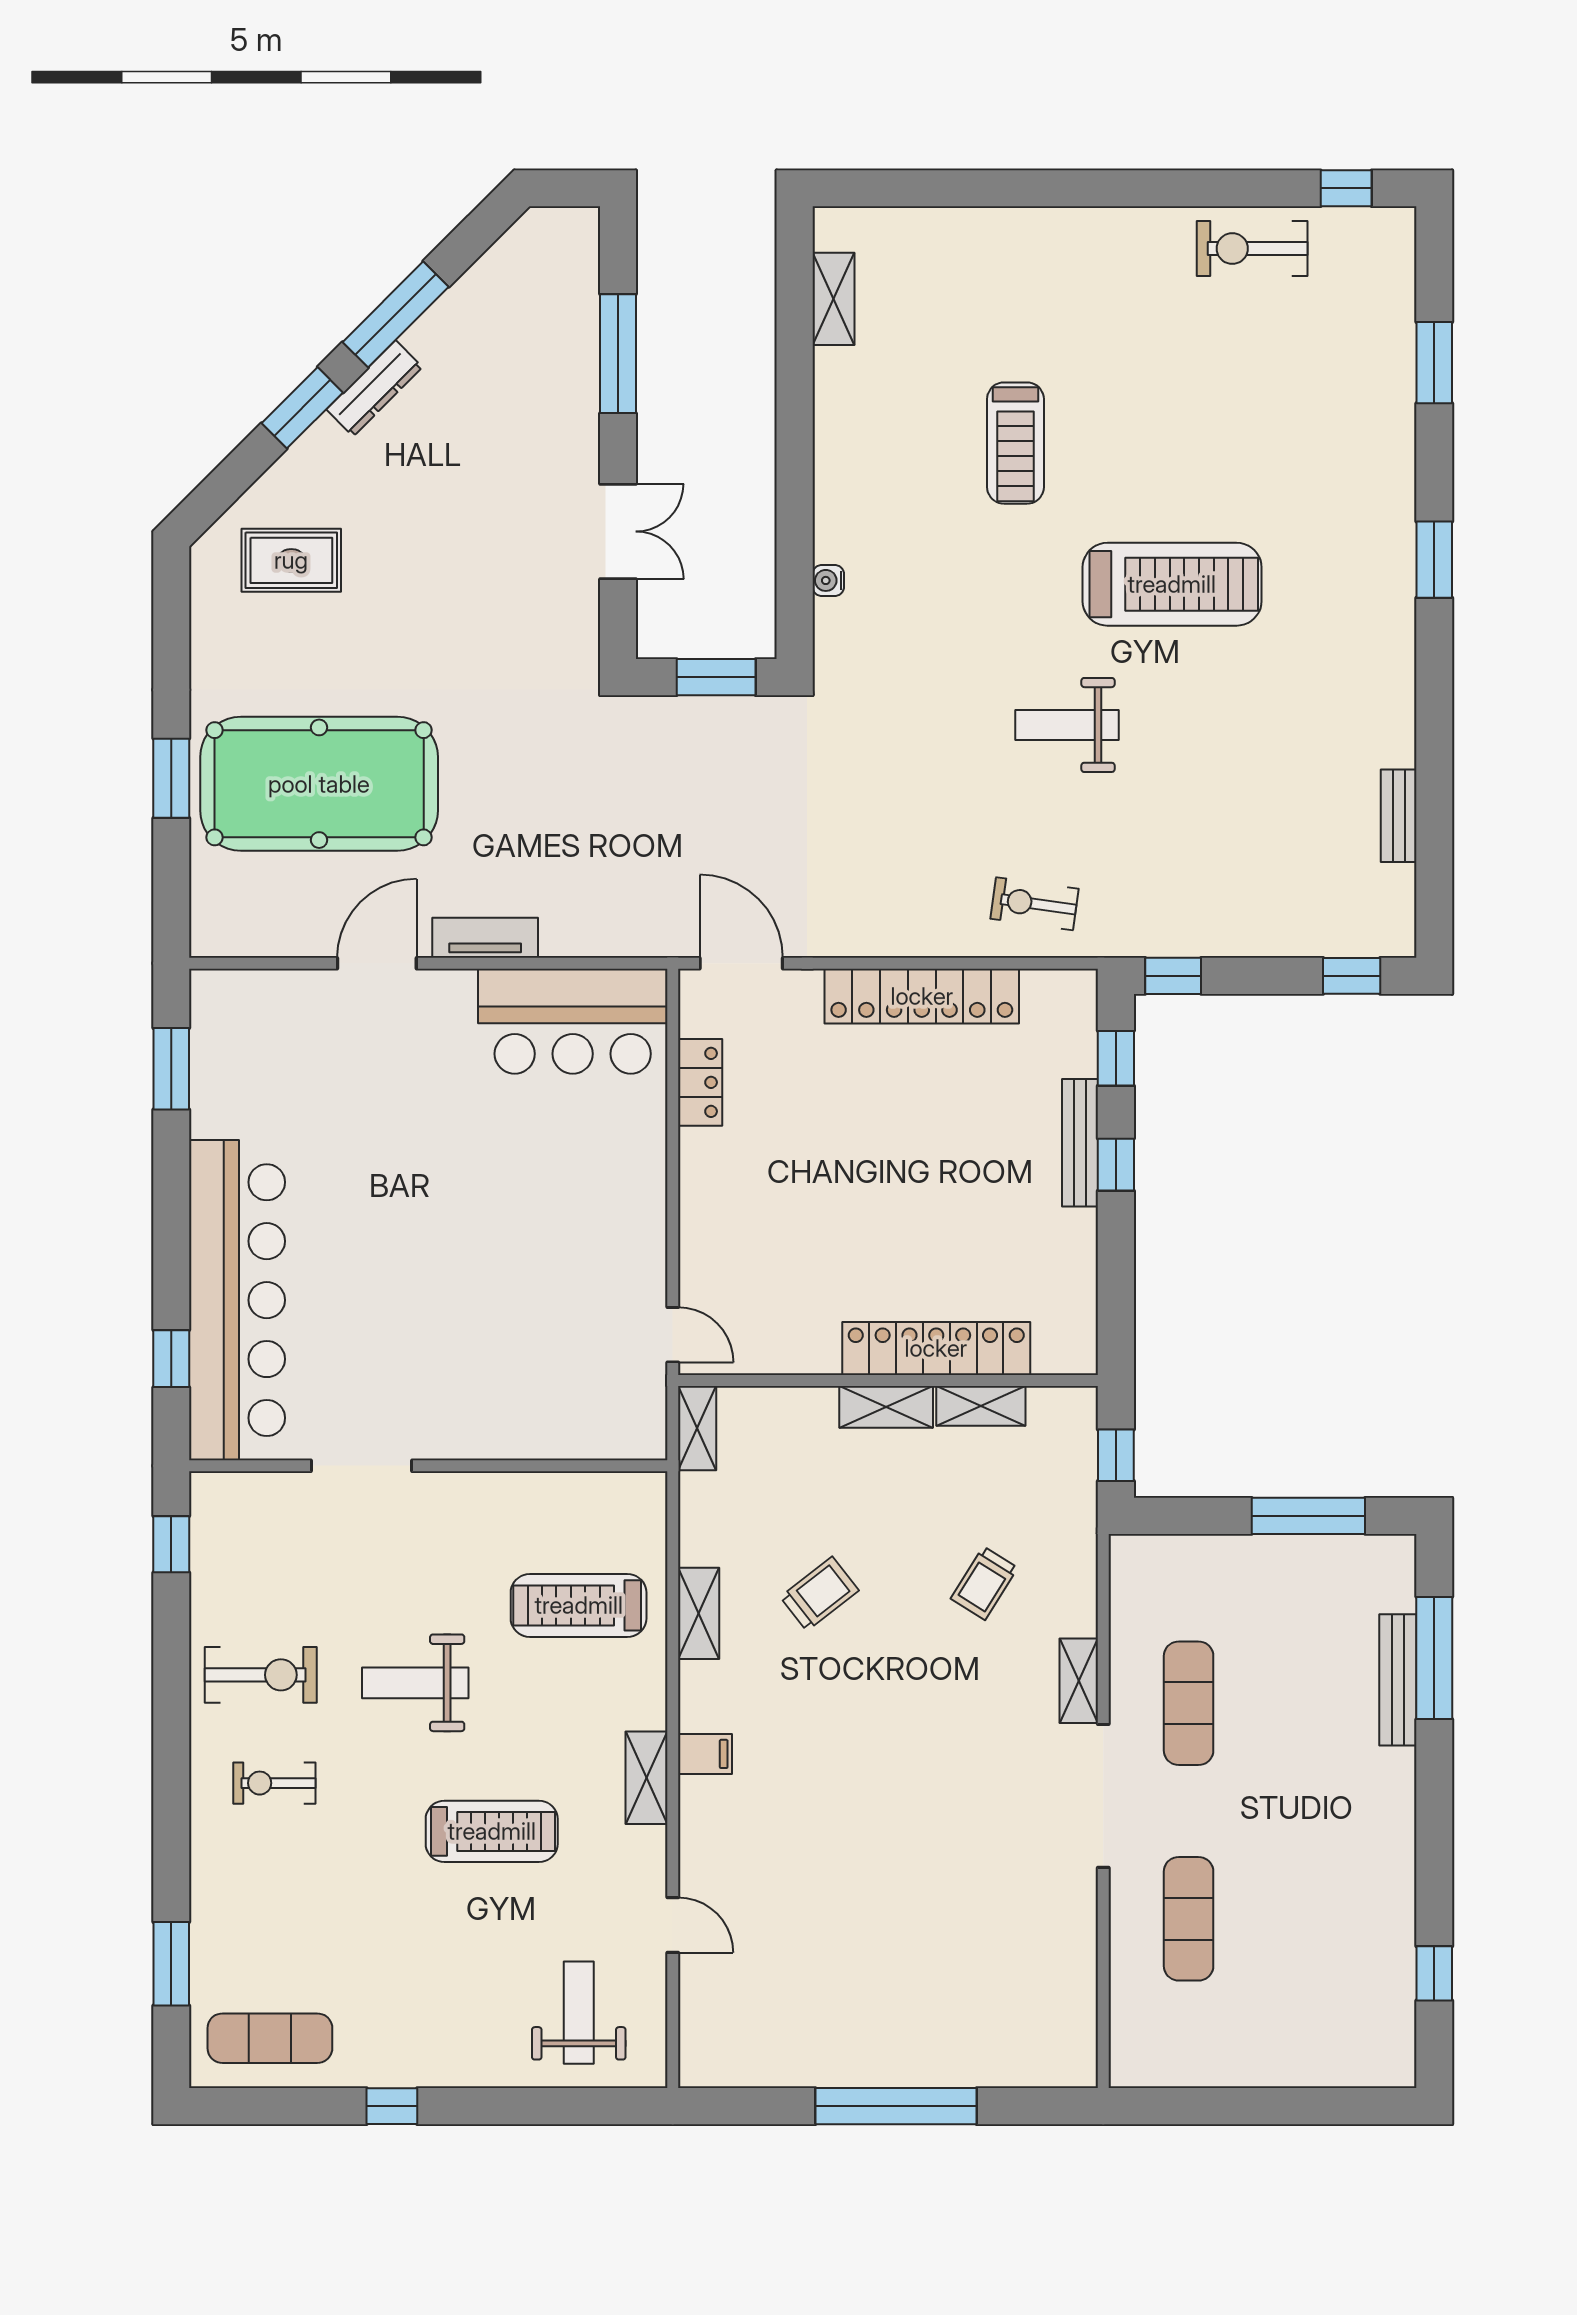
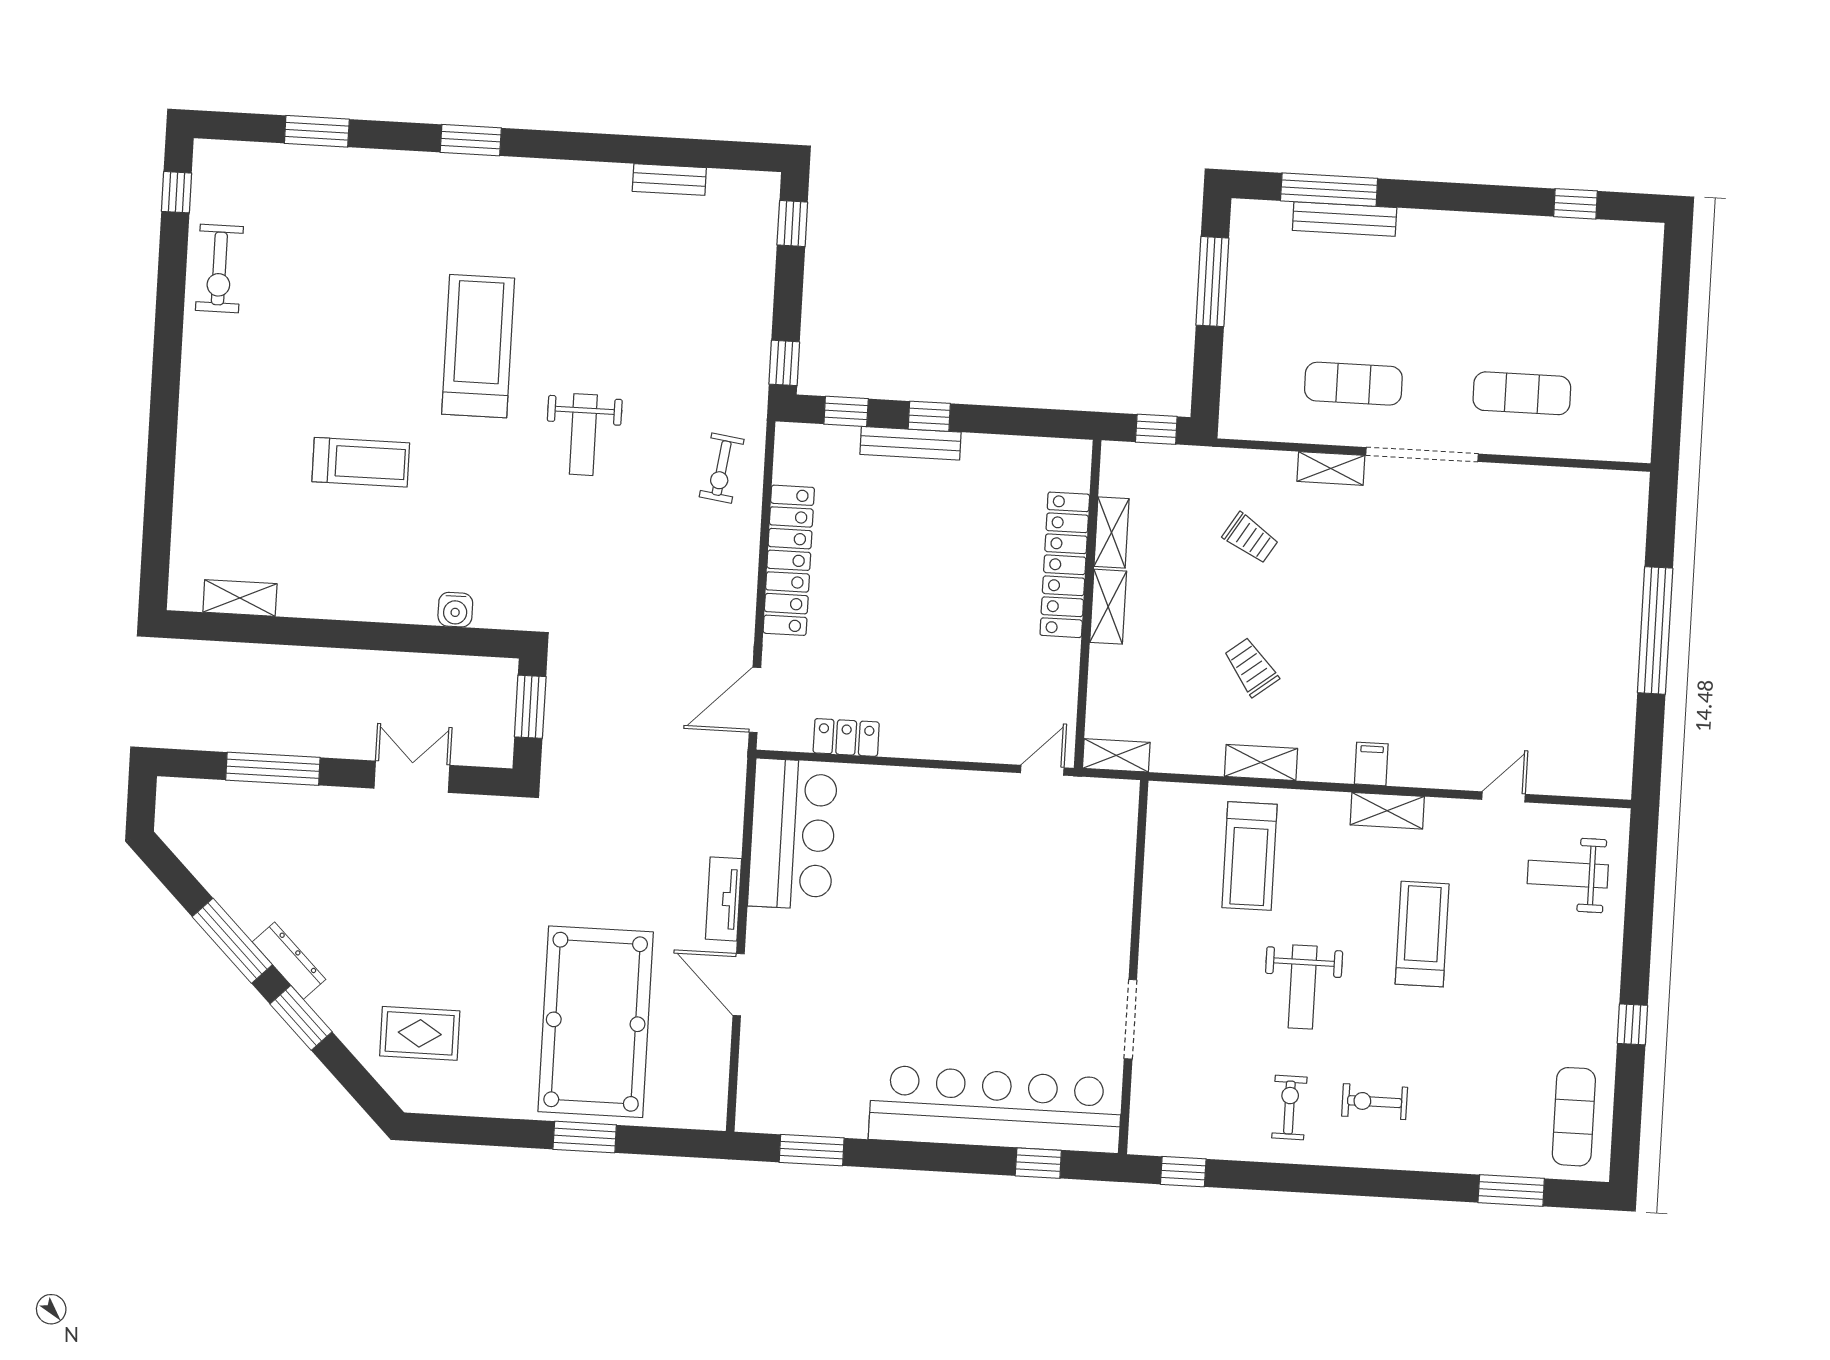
rug: (291, 560) -> (420, 1033), turned 90
water cooler: (828, 580) -> (455, 610), width x1.38, depth x1.38
exercise bike: (261, 1675) -> (1289, 1107), width x0.73, depth x0.72
exercise bike: (274, 1783) -> (1375, 1102), turned 90

